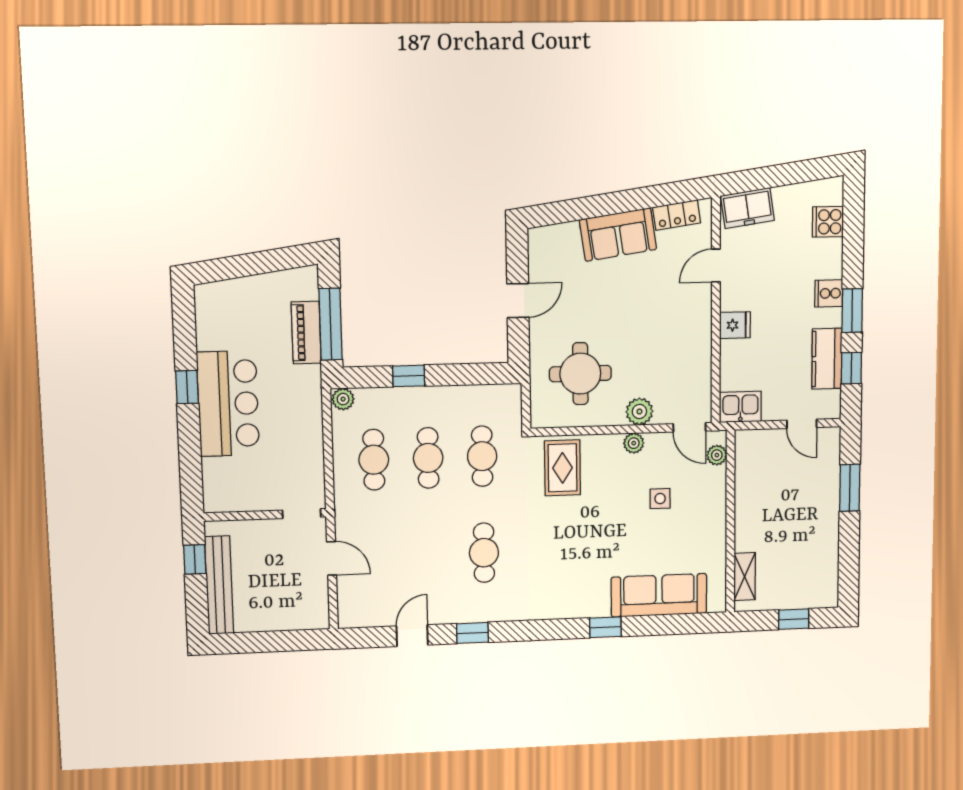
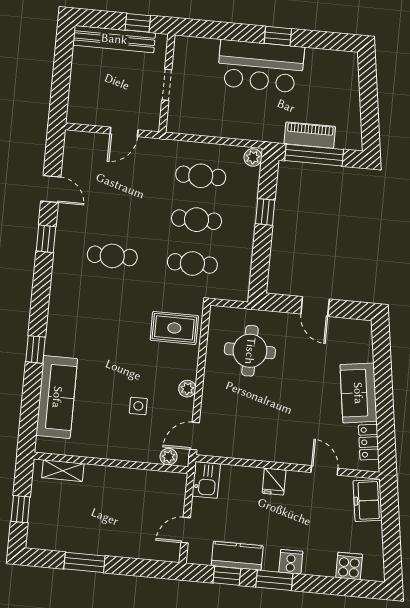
plant: (639, 411) -> (213, 396), removed
window: (850, 488) -> (84, 562), moved
doorway: (302, 514) -> (167, 85), moved

